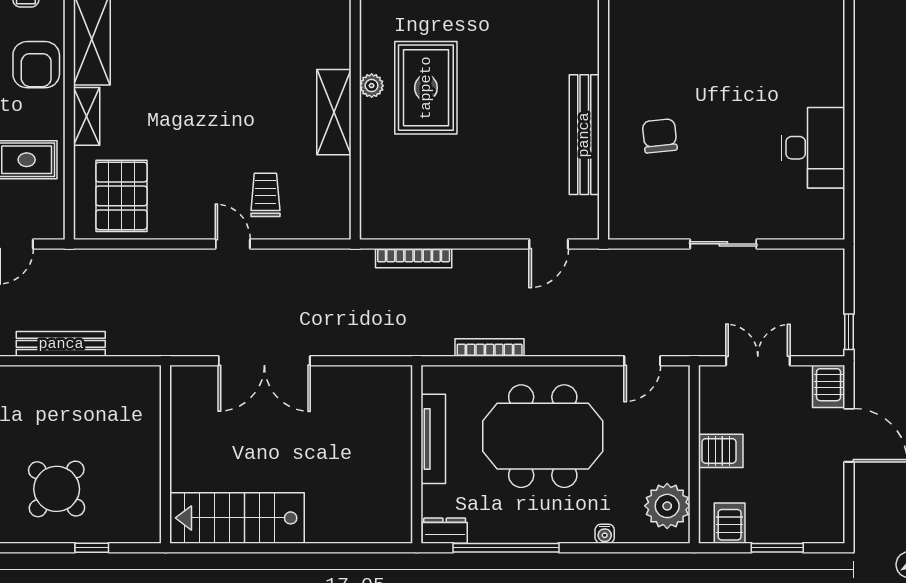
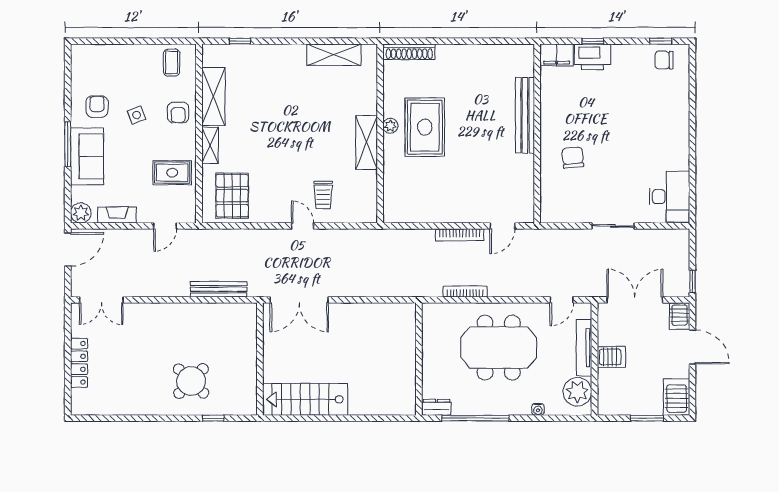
armchair: (36, 65) -> (178, 113), width x0.72, depth x0.72
bench: (584, 135) -> (525, 115), moved
desk: (813, 148) -> (670, 197), moved
trolley: (265, 195) -> (323, 195), turned 180
bookcase: (414, 258) -> (459, 235), moved
bench: (61, 344) -> (218, 289), moved
double door: (264, 361) -> (299, 300), moved
double door: (758, 361) -> (635, 300), width x1.37
tv unit: (433, 439) -> (584, 348), moved, turned 180
server rack: (730, 523) -> (677, 397), moved, width x1.36, depth x1.44

